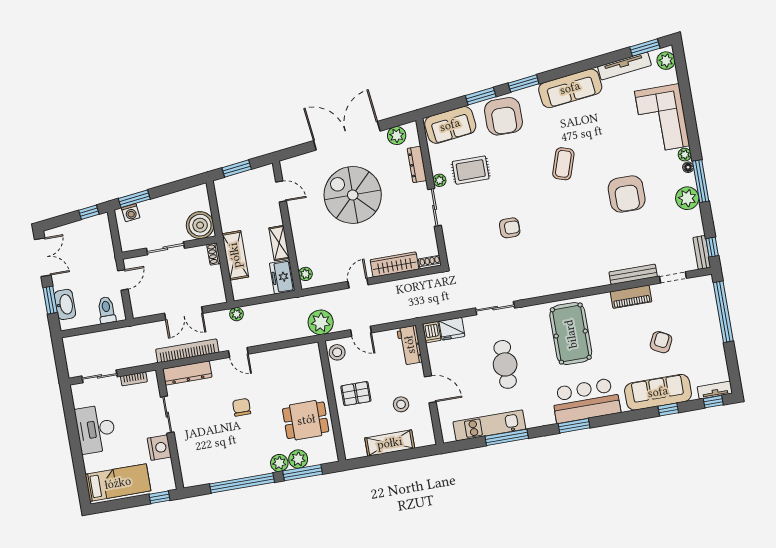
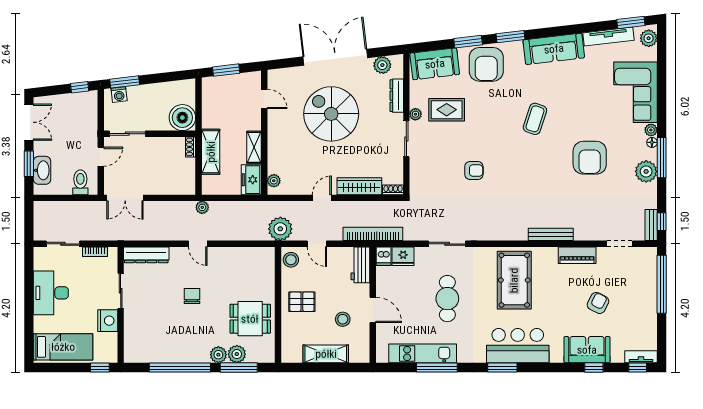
sliding door: (165, 248) -> (127, 134), moved
bench: (633, 274) -> (551, 234), moved
double door: (184, 313) -> (125, 198), moved
bookcase: (187, 351) -> (373, 234), moved
sofa: (658, 392) -> (587, 350), width x0.73

